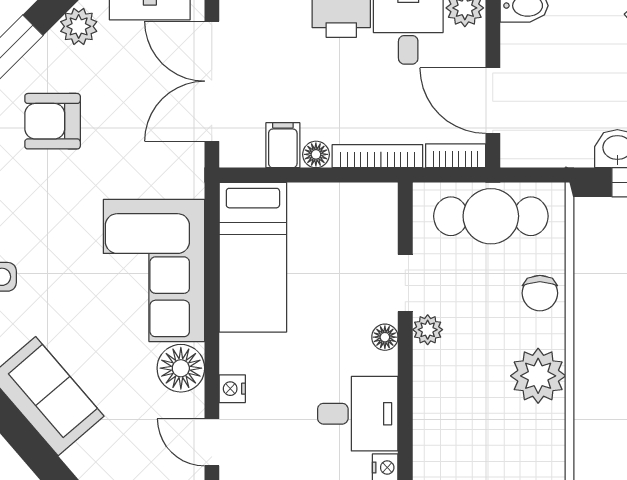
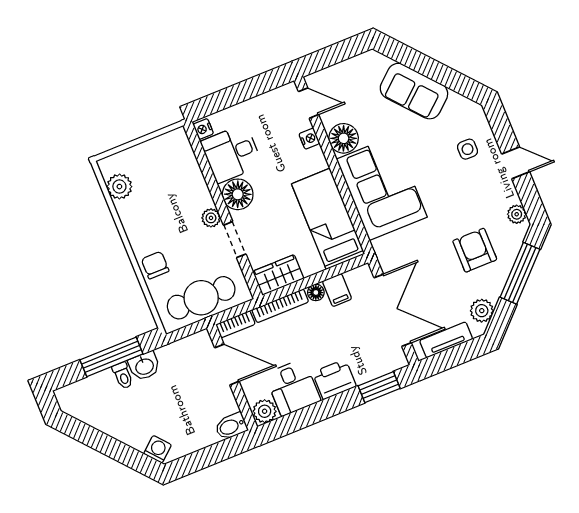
armchair: (53, 121) -> (475, 250), turned -90
wardrobe: (362, 203) -> (278, 275), added
floor lamp: (385, 337) -> (238, 194), width x1.89, depth x1.89
plant: (538, 376) -> (119, 187), moved, width x0.73, depth x0.73

